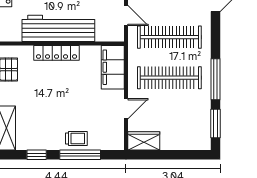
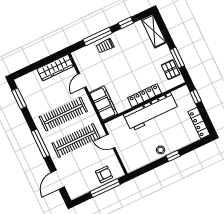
window: (215, 79) -> (40, 144), moved
wardrobe: (144, 141) -> (55, 68), width x1.50

